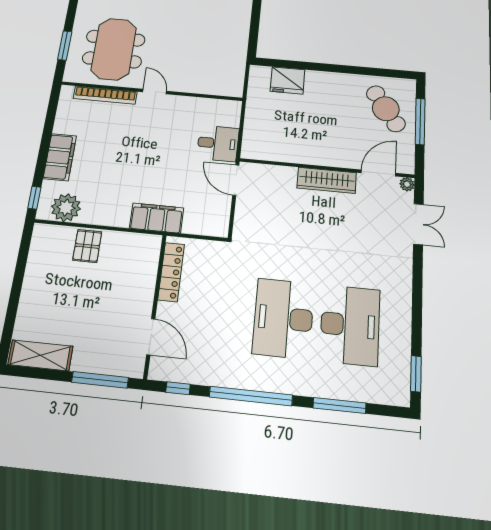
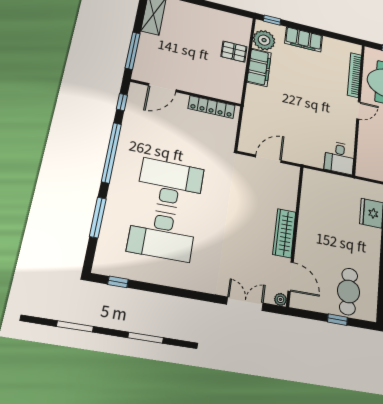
cafe table: (386, 109) -> (349, 291), turned -56
window: (420, 121) -> (337, 320), width x0.46
desk: (218, 143) -> (339, 158), moved
door: (236, 180) -> (268, 159), moved
filing cabinet: (157, 218) -> (259, 67), moved
double door: (418, 224) -> (245, 304), swing flipped
window: (416, 374) -> (118, 282), width x0.67

